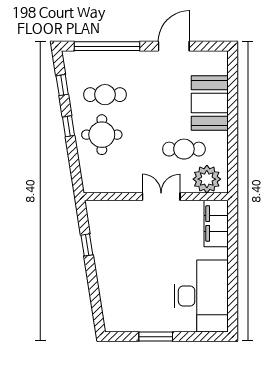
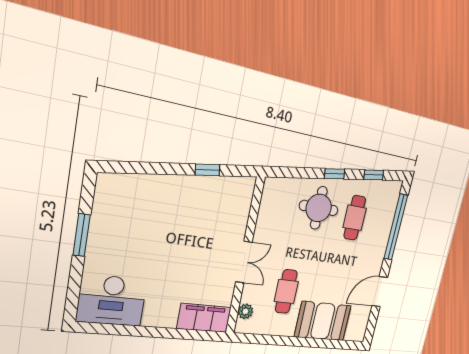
door: (174, 46) -> (380, 292), swing flipped
plant: (207, 179) -> (245, 311), width x0.53, depth x0.53
desk: (201, 296) -> (112, 300), width x0.73, depth x0.77

